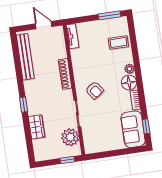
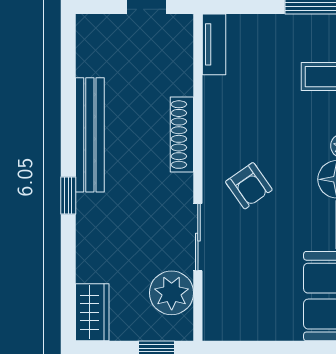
bench: (25, 57) -> (90, 135), moved
wardrobe: (37, 127) -> (92, 312), moved

